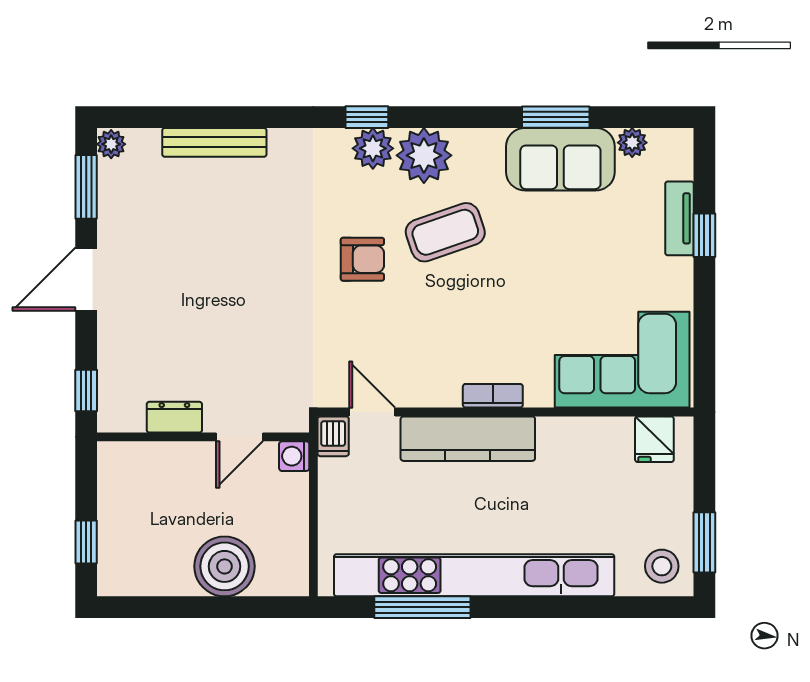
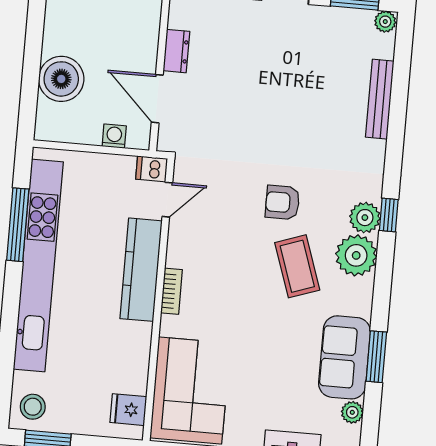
armchair: (362, 259) -> (283, 202), turned 90
door: (240, 437) -> (157, 99), width x1.38
washing machine: (294, 456) -> (114, 136), moved

